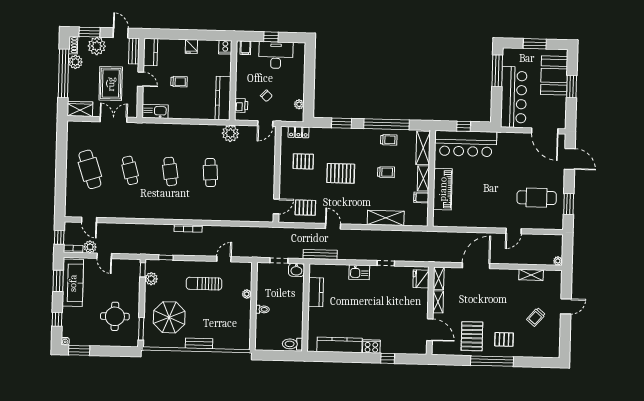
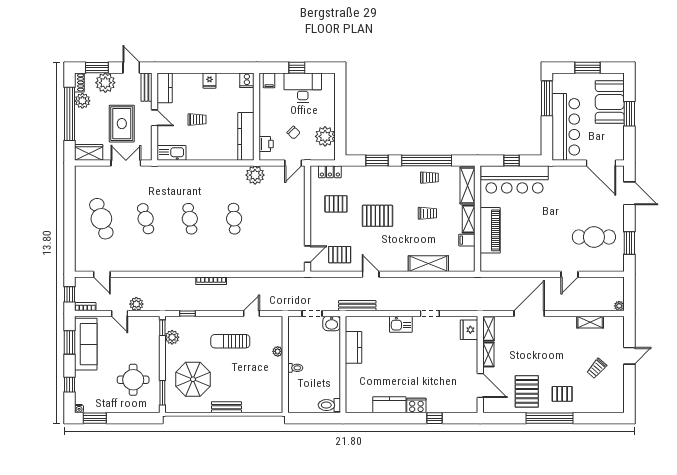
plant: (299, 104) -> (325, 136), width x1.88, depth x1.88
plant: (90, 247) -> (136, 304), moved
kitchen counter: (339, 345) -> (389, 405), width x0.67

